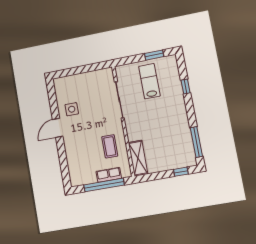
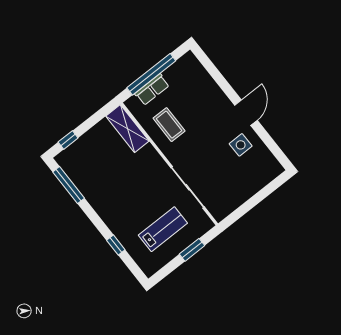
window: (154, 55) -> (192, 250), moved
lab bench: (149, 81) -> (163, 229), turned -90

